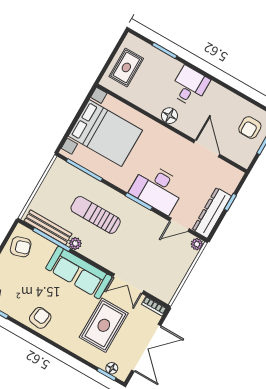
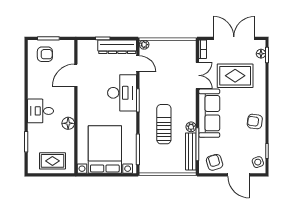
floor lamp: (169, 116) -> (68, 123), moved
sun lounger: (96, 215) -> (164, 124), turned 180

